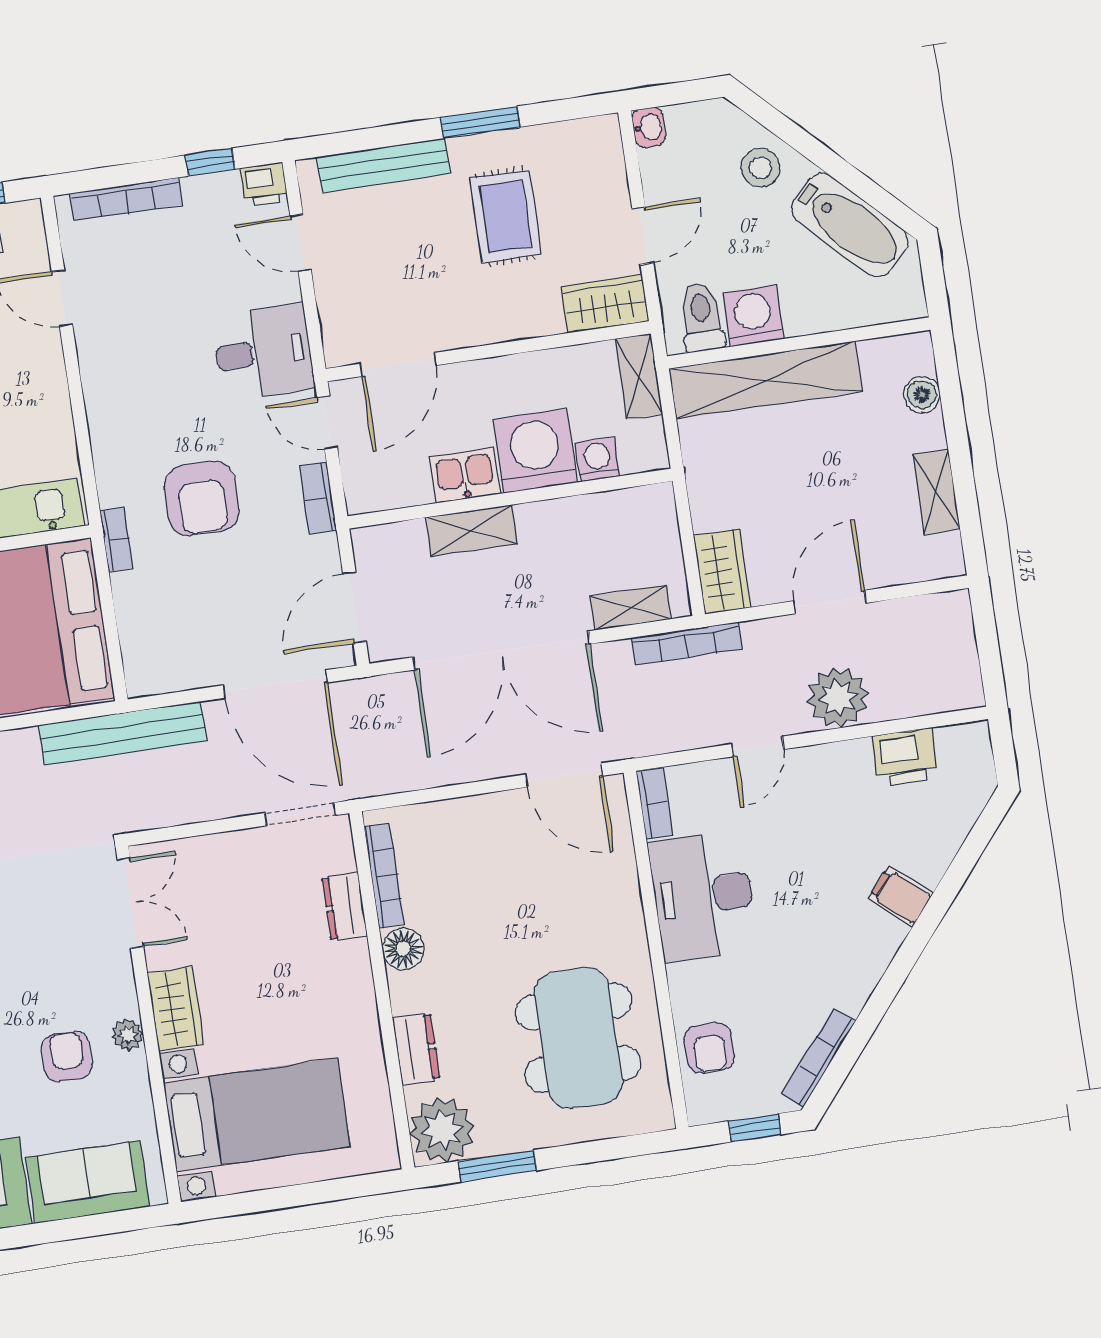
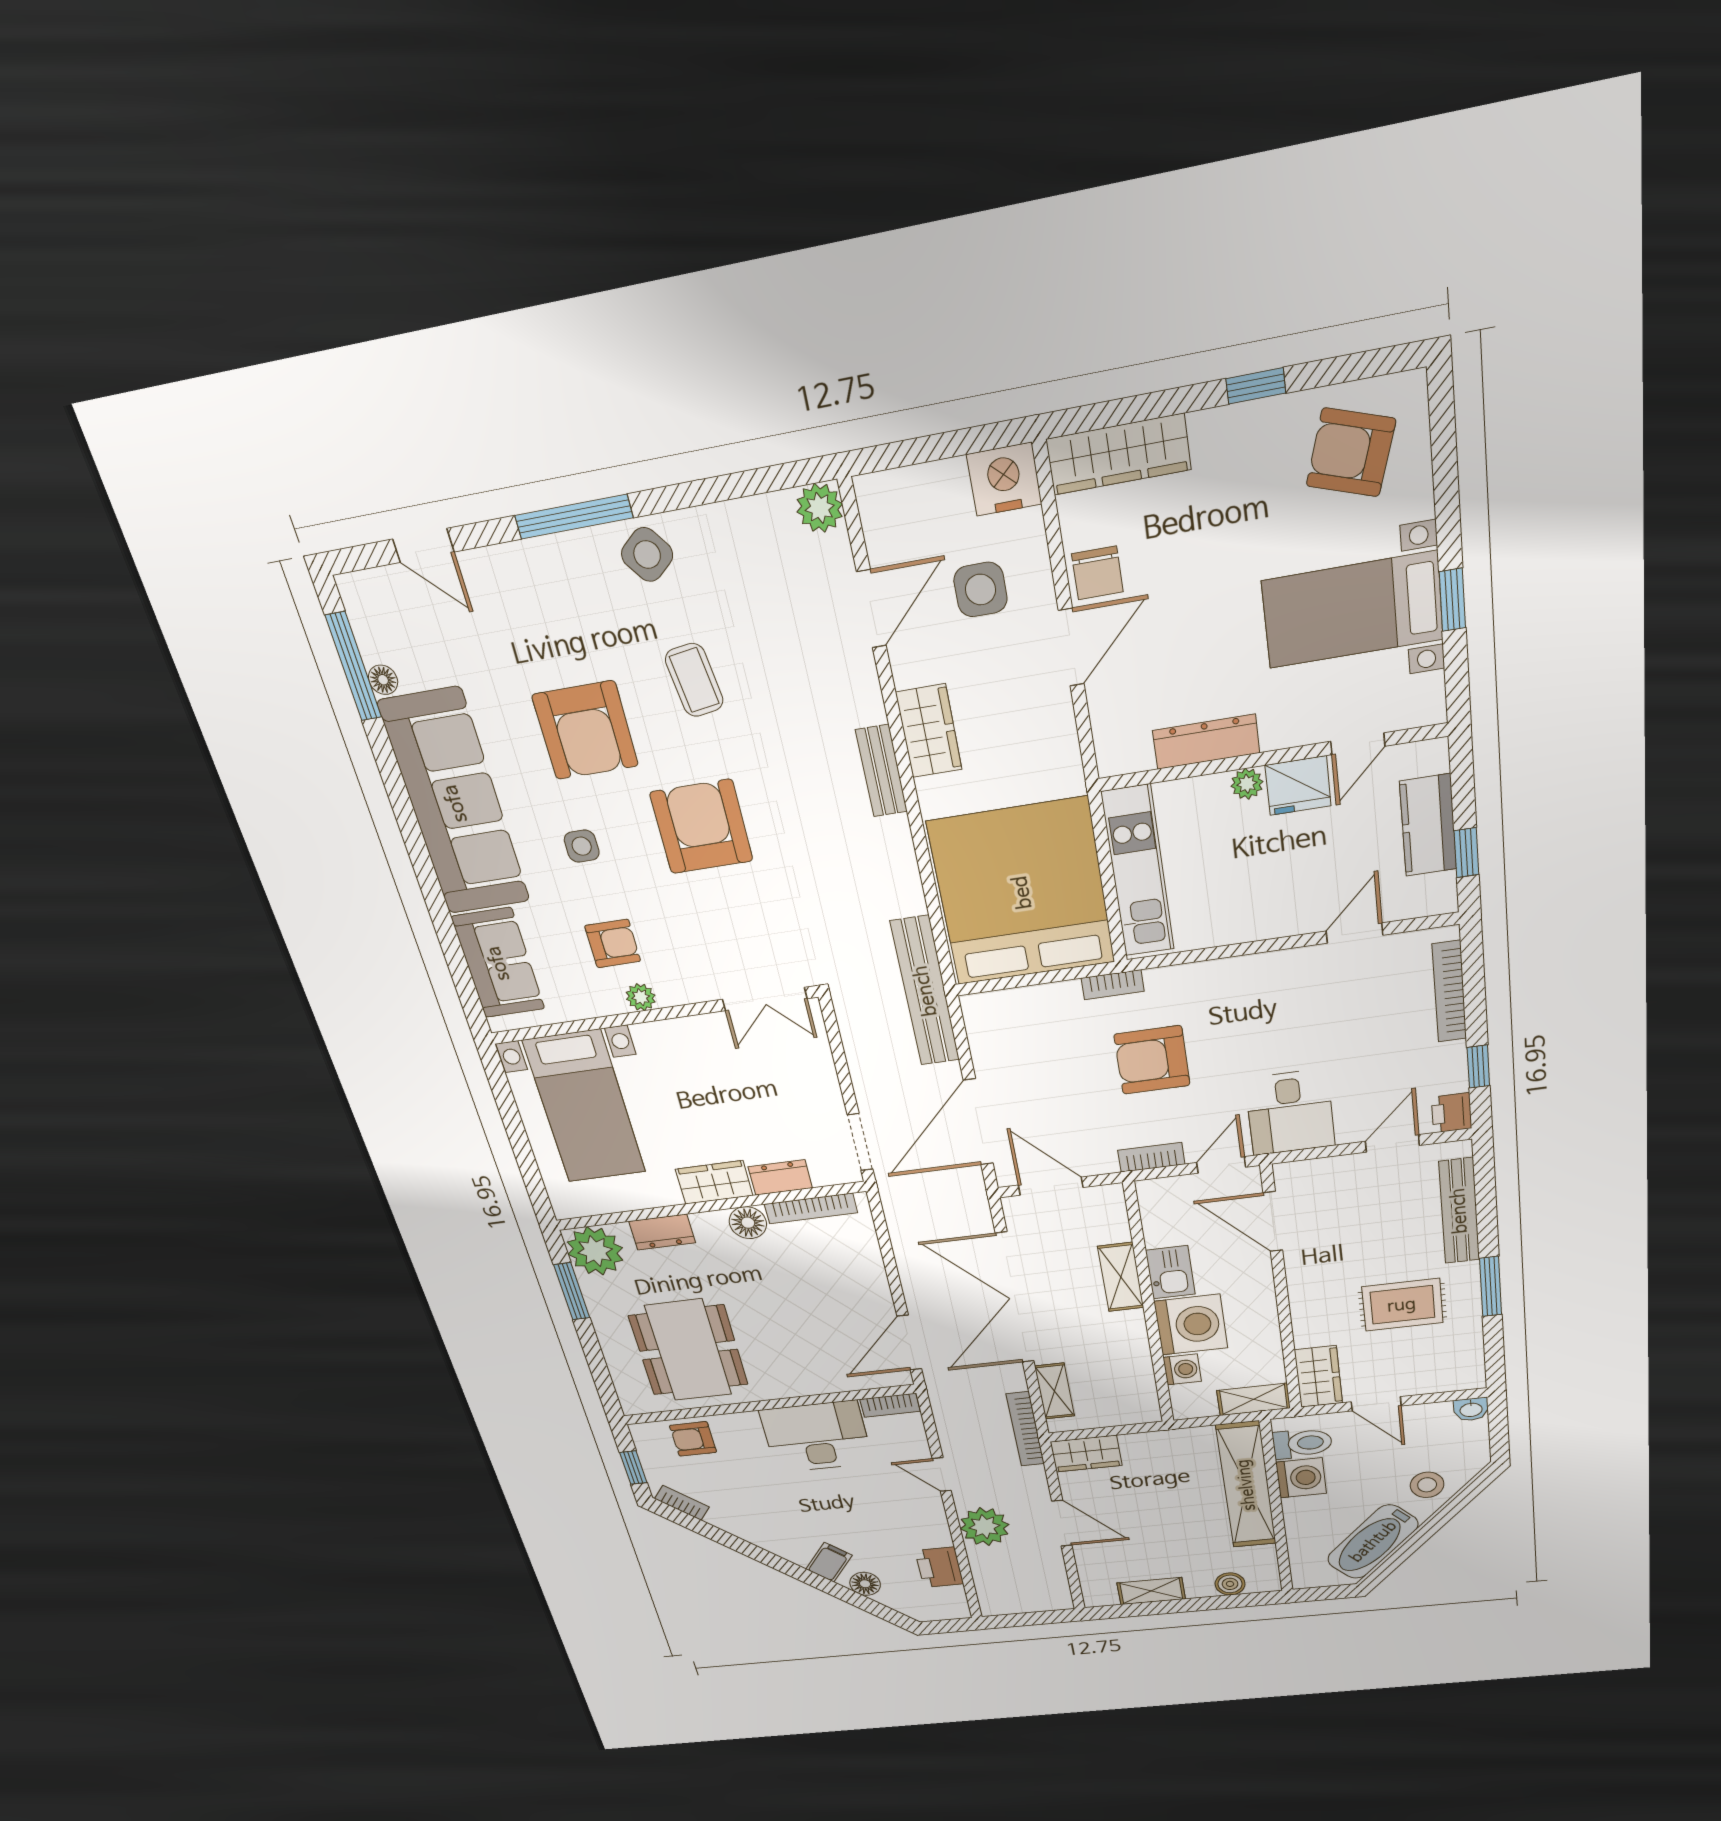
floor lamp: (935, 853) -> (865, 1584), added
wardrobe: (175, 1009) -> (714, 1182), moved, turned 180
dining table: (578, 1038) -> (688, 1350), turned 90
bookcase: (818, 1058) -> (682, 1503), width x0.64

